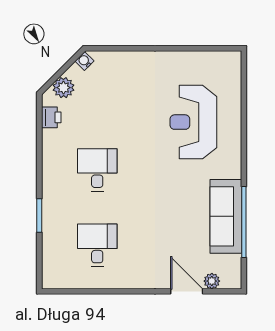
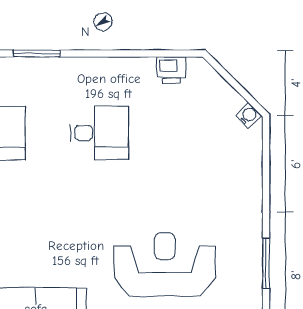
window: (192, 48) -> (266, 263), added
plant: (63, 88) -> (212, 87), removed

